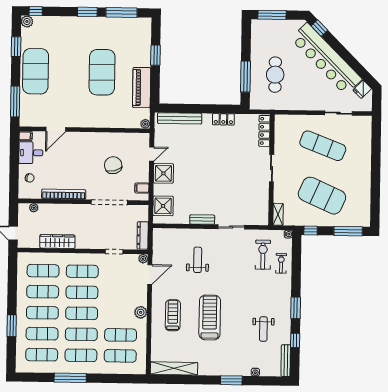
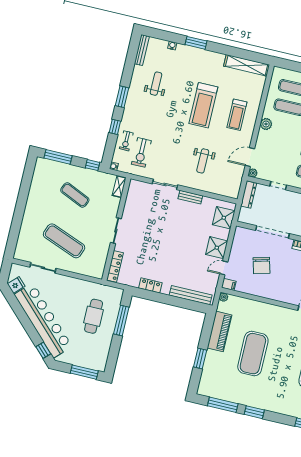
filing cabinet: (142, 188) -> (229, 284), moved
exercise mat: (322, 196) -> (75, 195), width x0.50, depth x0.69
window: (295, 340) -> (115, 127), moved

